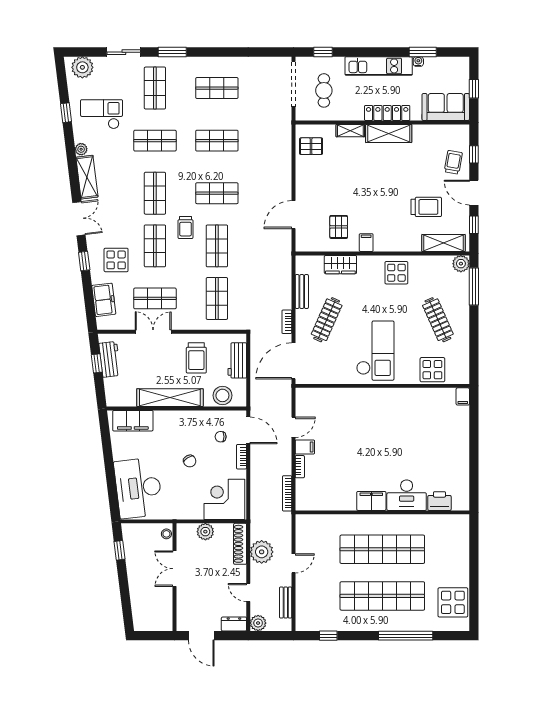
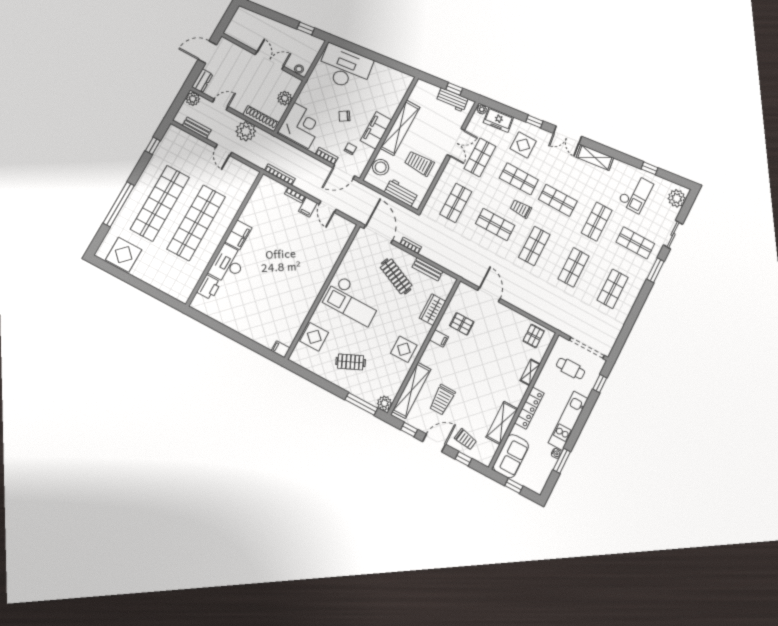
shelving: (389, 133) -> (502, 423), moved
plant: (81, 149) -> (482, 109), moved
shelving: (443, 243) -> (412, 390), width x1.47
shop shelf: (217, 298) -> (456, 203), turned 90
clothes rail: (438, 320) -> (351, 362), width x0.73
filing cabinet: (133, 421) -> (376, 130), moved

